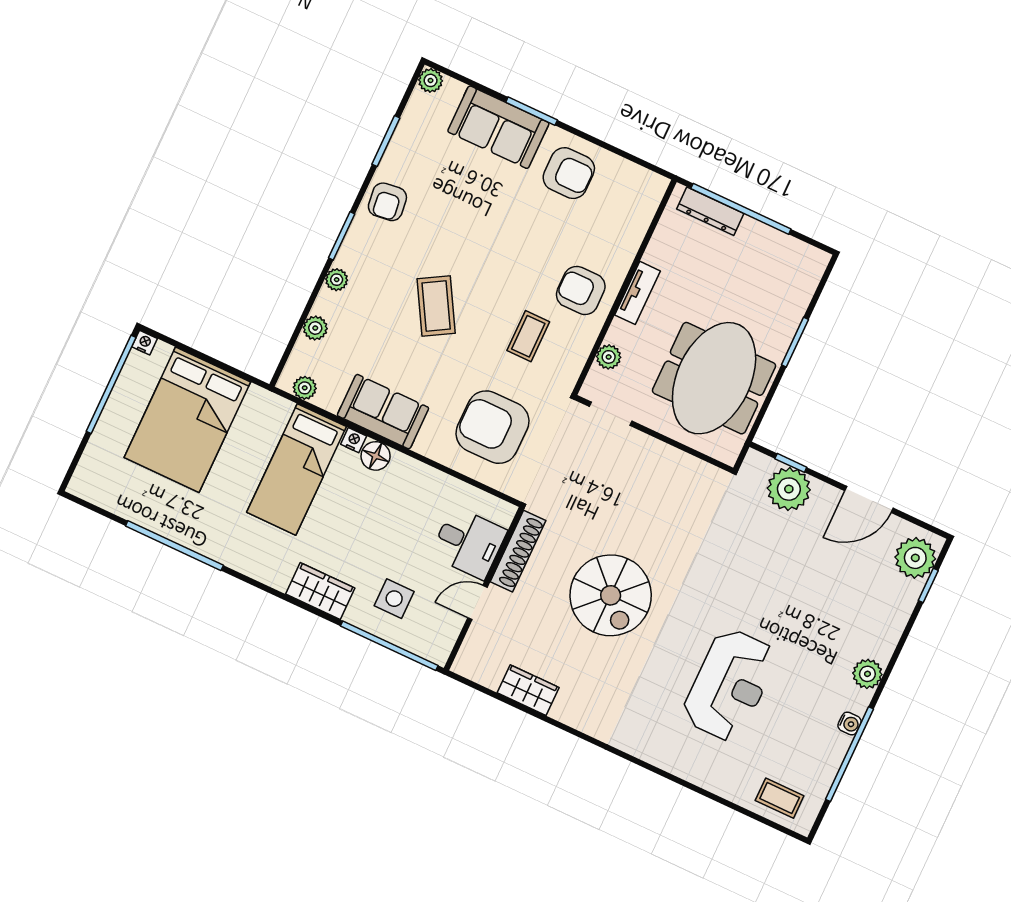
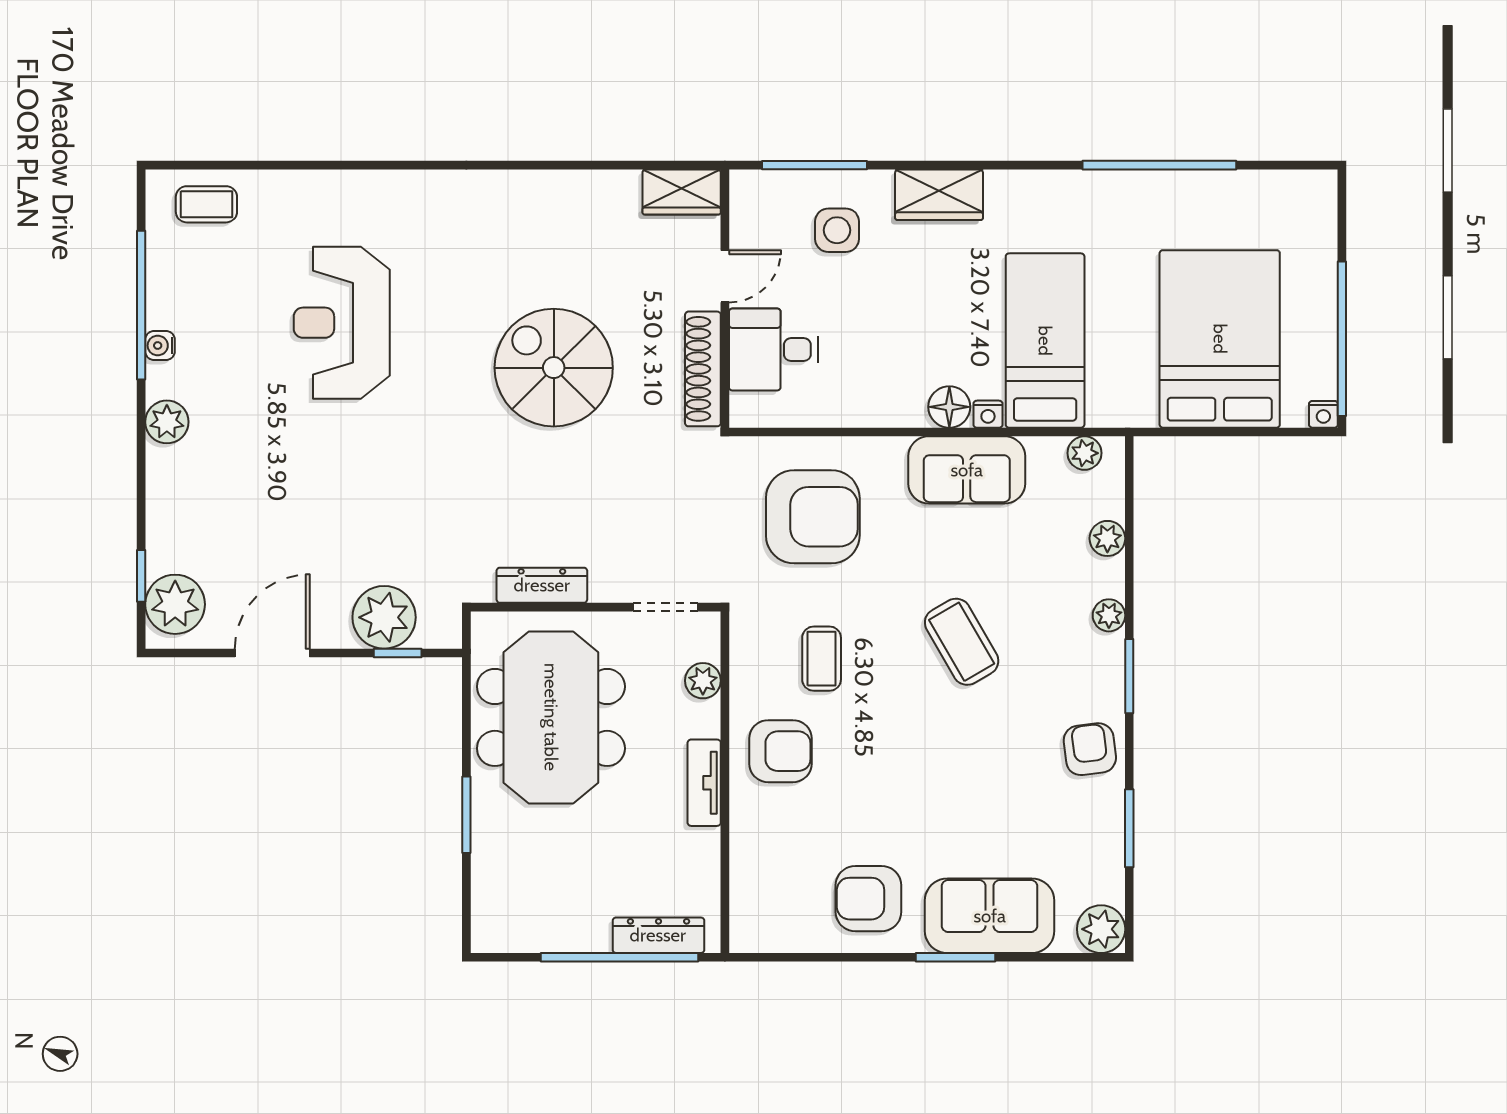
plant: (431, 80) -> (1101, 929), width x1.38, depth x1.38
dresser: (681, 463) -> (542, 585), added
window: (389, 646) -> (814, 165), width x0.68
wardrobe: (528, 690) -> (682, 192), moved

